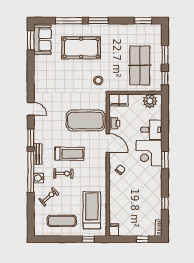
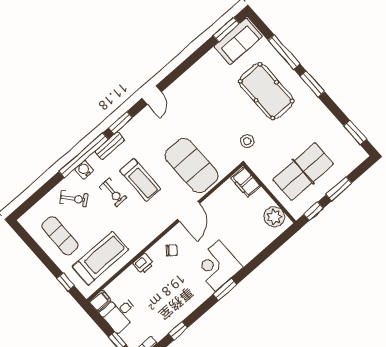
printer: (114, 123) -> (143, 264), moved
desk: (151, 130) -> (119, 313), moved, turned 90

